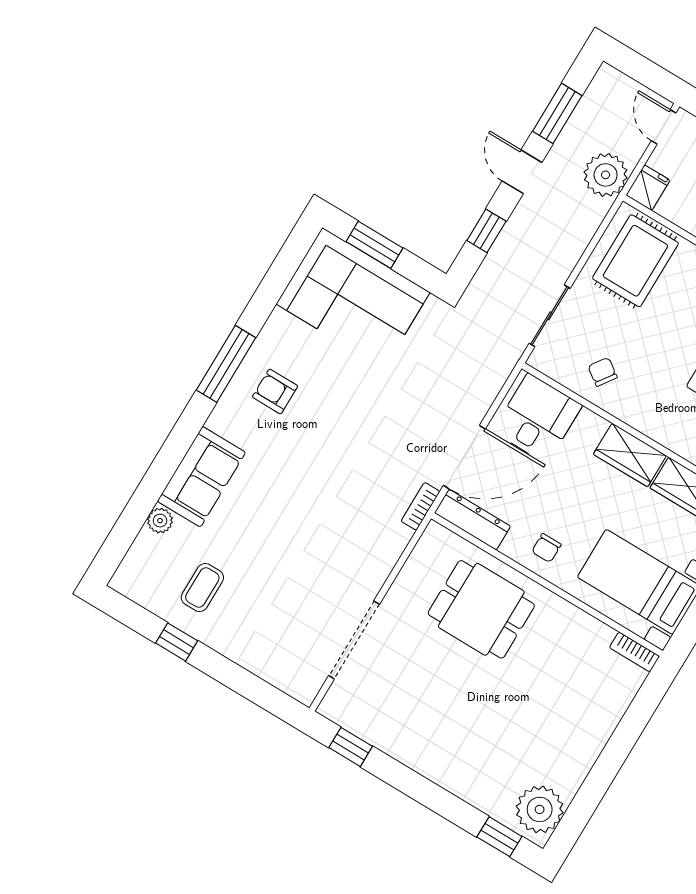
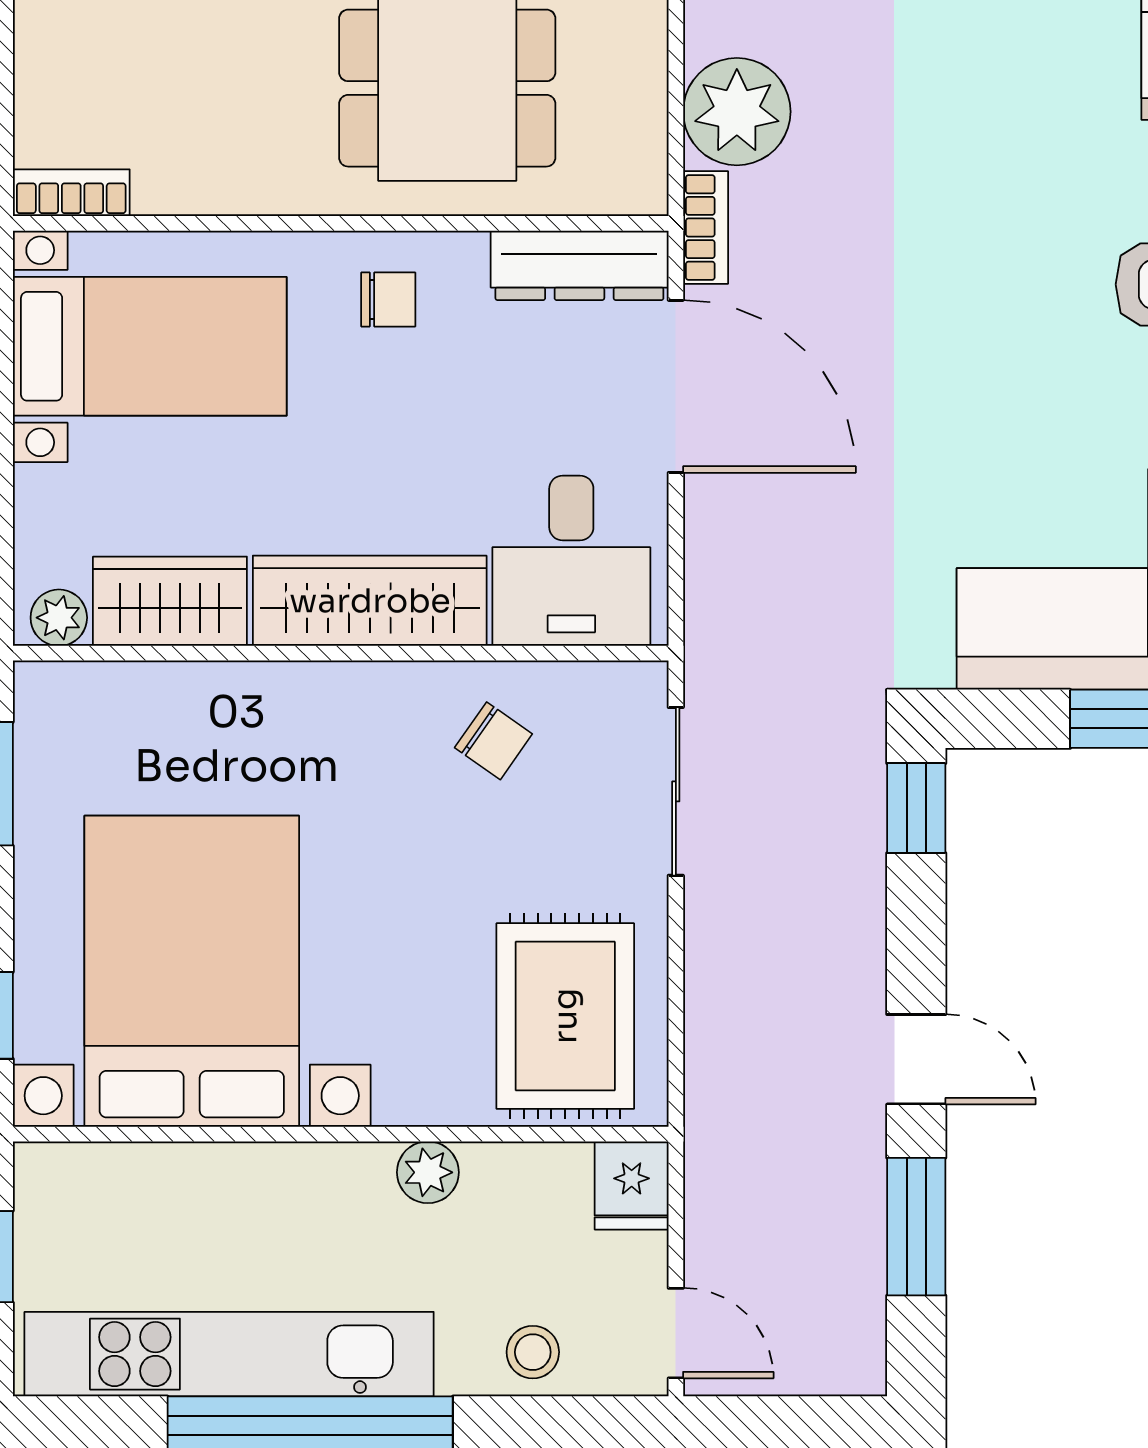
plant: (606, 175) -> (737, 112), moved
window: (486, 231) -> (916, 808), moved
wardrobe: (630, 455) -> (370, 601), width x1.50
door: (464, 457) -> (676, 386), swing flipped
chair: (546, 548) -> (388, 299), turned 90

